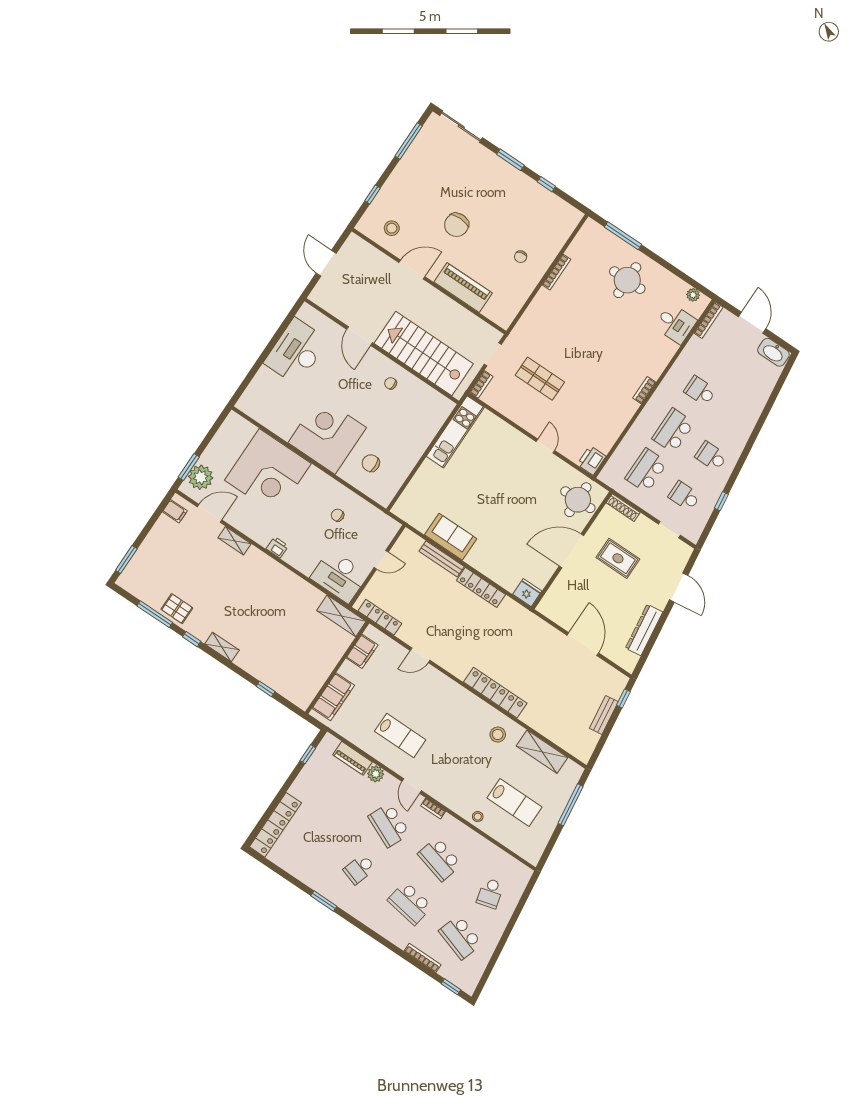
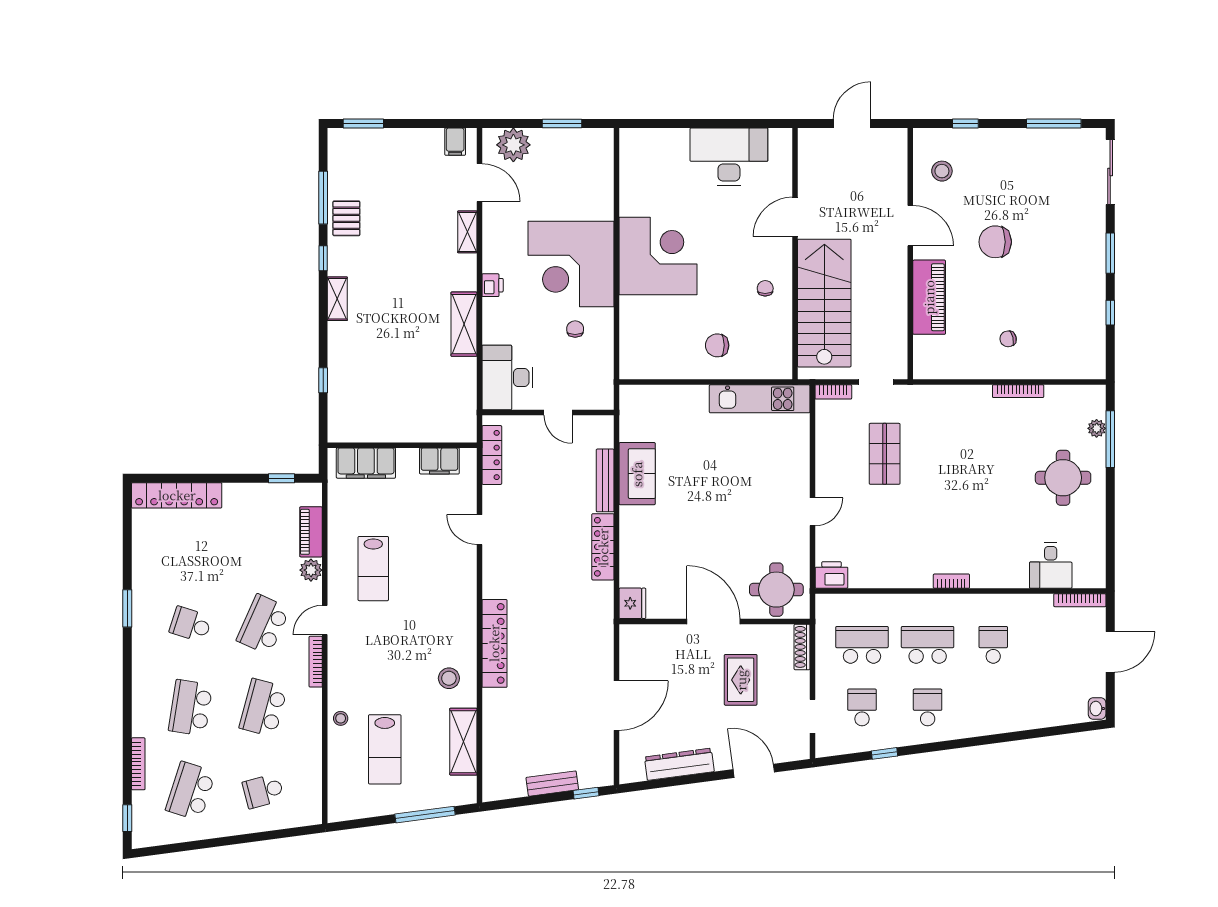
plant: (693, 295) -> (1097, 428), moved
washbasin: (773, 352) -> (1097, 709), width x0.52, depth x0.69
chair: (371, 463) -> (717, 345), moved, turned -87
window: (189, 467) -> (562, 123), moved
corner desk: (268, 472) -> (571, 264), moved
door: (679, 588) -> (754, 771), swing flipped
shelving: (341, 616) -> (464, 324), moved
bookcase: (433, 809) -> (316, 662), width x1.56

